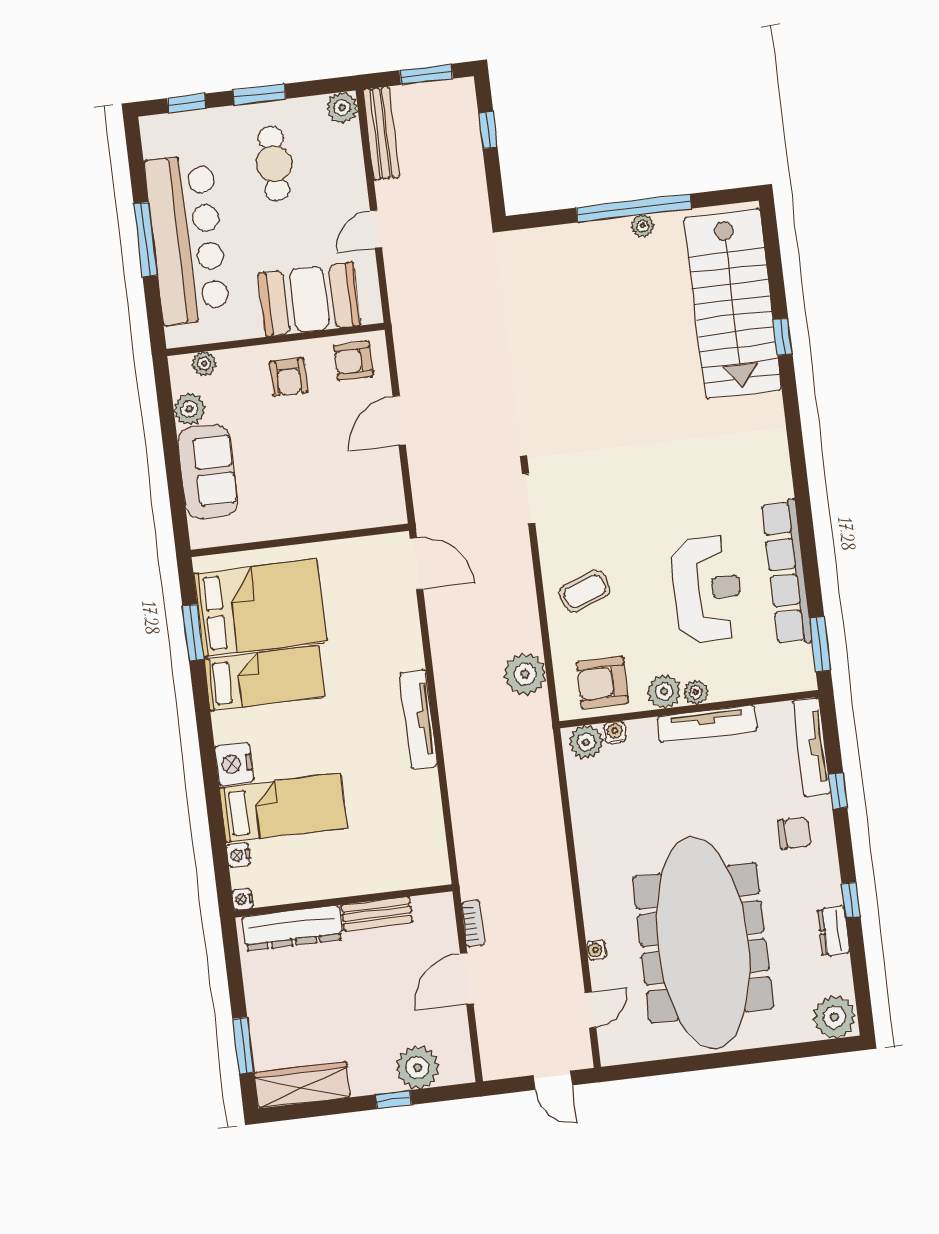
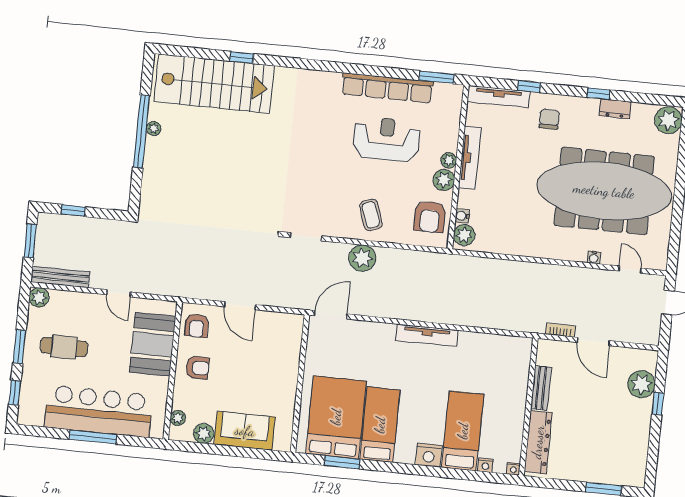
plant: (525, 674) -> (362, 258), moved
wardrobe: (302, 1085) -> (636, 458), removed

